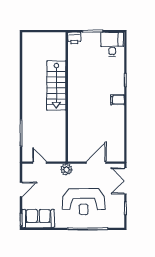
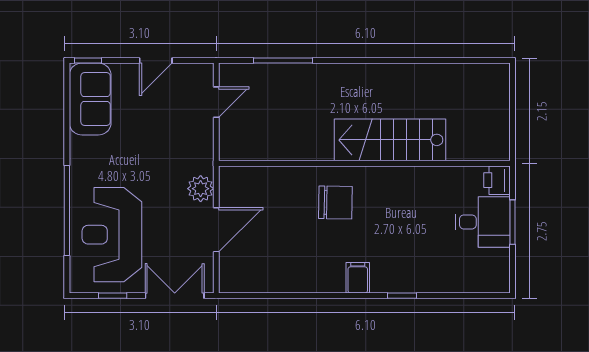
desk: (112, 44) -> (483, 222), moved
chair: (84, 110) -> (335, 202), added
door: (96, 163) -> (216, 230), hinge flipped
plant: (66, 170) -> (201, 189), moved
door: (21, 189) -> (156, 61), hinge flipped
reception desk: (84, 202) -> (112, 235), moved

